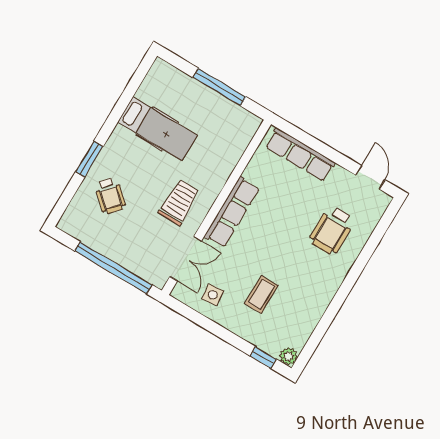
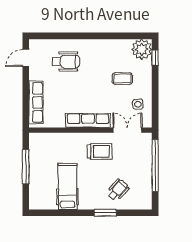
trolley: (179, 202) -> (100, 151), turned 180
plant: (289, 356) -> (142, 49), width x1.87, depth x1.87

